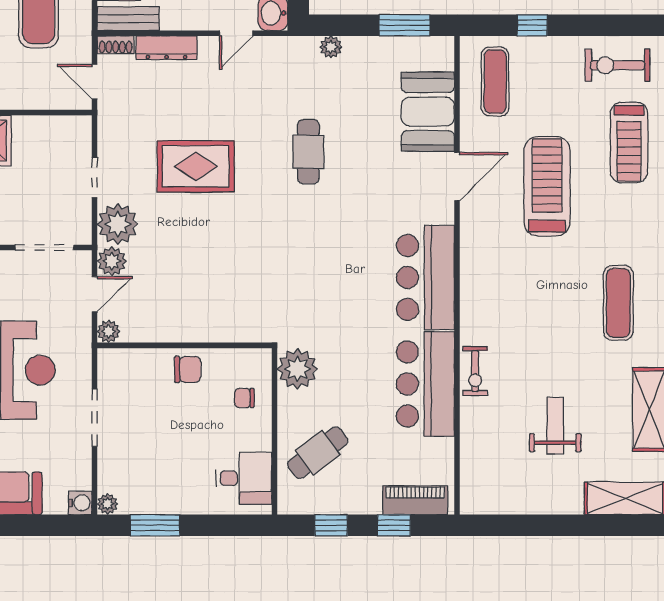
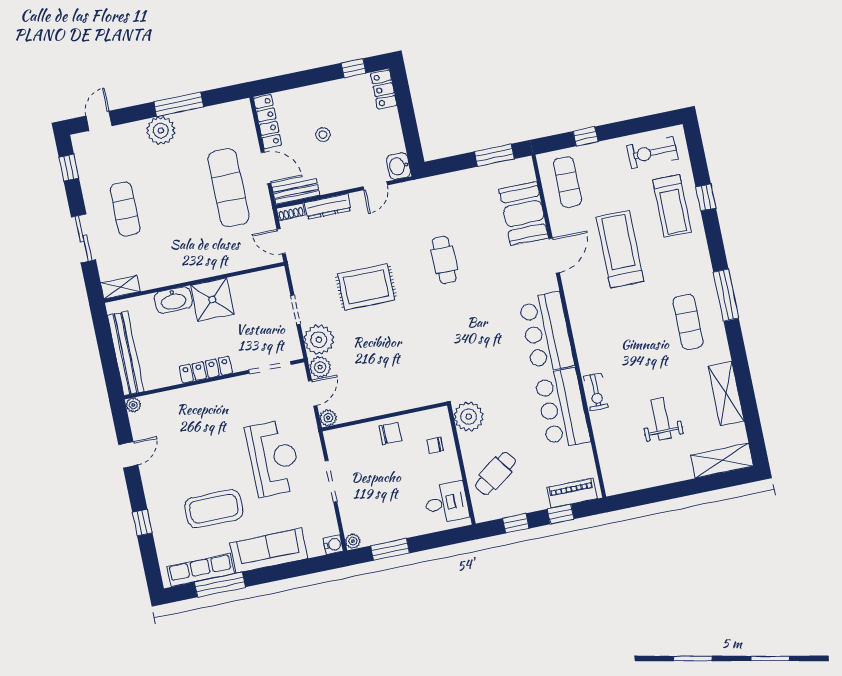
plant: (331, 47) -> (445, 182), removed

